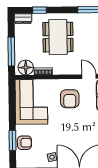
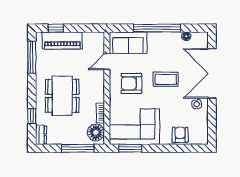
dining table: (58, 37) -> (62, 96), turned 90
armchair: (70, 99) -> (131, 83), turned 180
coffee table: (74, 129) -> (166, 79), added
window: (12, 140) -> (130, 148), moved

